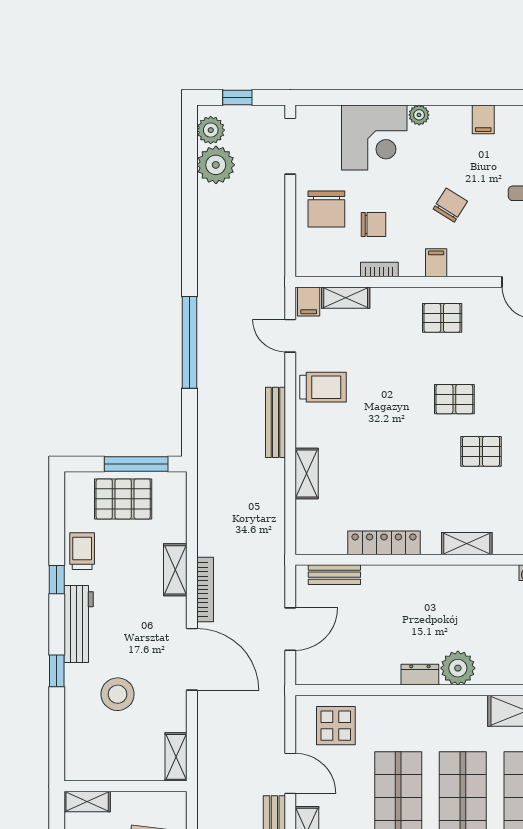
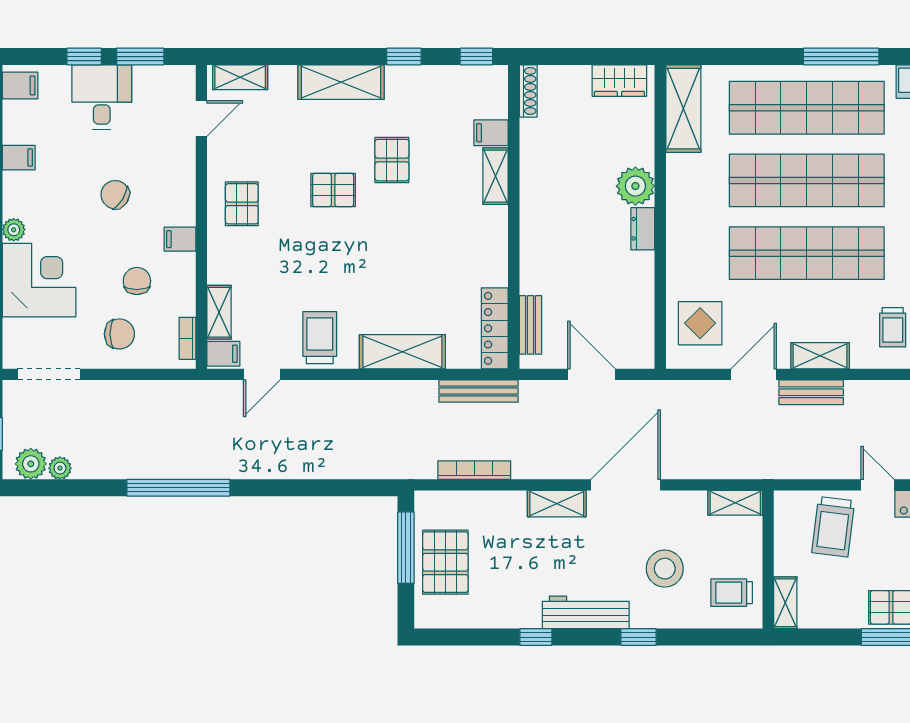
plant: (216, 165) -> (60, 468), width x0.53, depth x0.53
chair: (326, 209) -> (119, 334), width x0.73, depth x0.73
filing cabinet: (436, 263) -> (180, 239), moved
bookcase: (379, 269) -> (187, 338), moved
window: (189, 342) -> (178, 488), moved
pallet: (454, 399) -> (333, 190), turned 90
bench: (275, 422) -> (478, 391), moved
shelving: (307, 474) -> (402, 352), width x1.50, depth x1.33
filing cabinet: (505, 540) -> (491, 133), added
locker: (384, 543) -> (495, 328), moved
trolley: (82, 551) -> (732, 593), moved
shelving: (175, 570) -> (557, 504), moved
bookcase: (205, 590) -> (474, 470), moved

